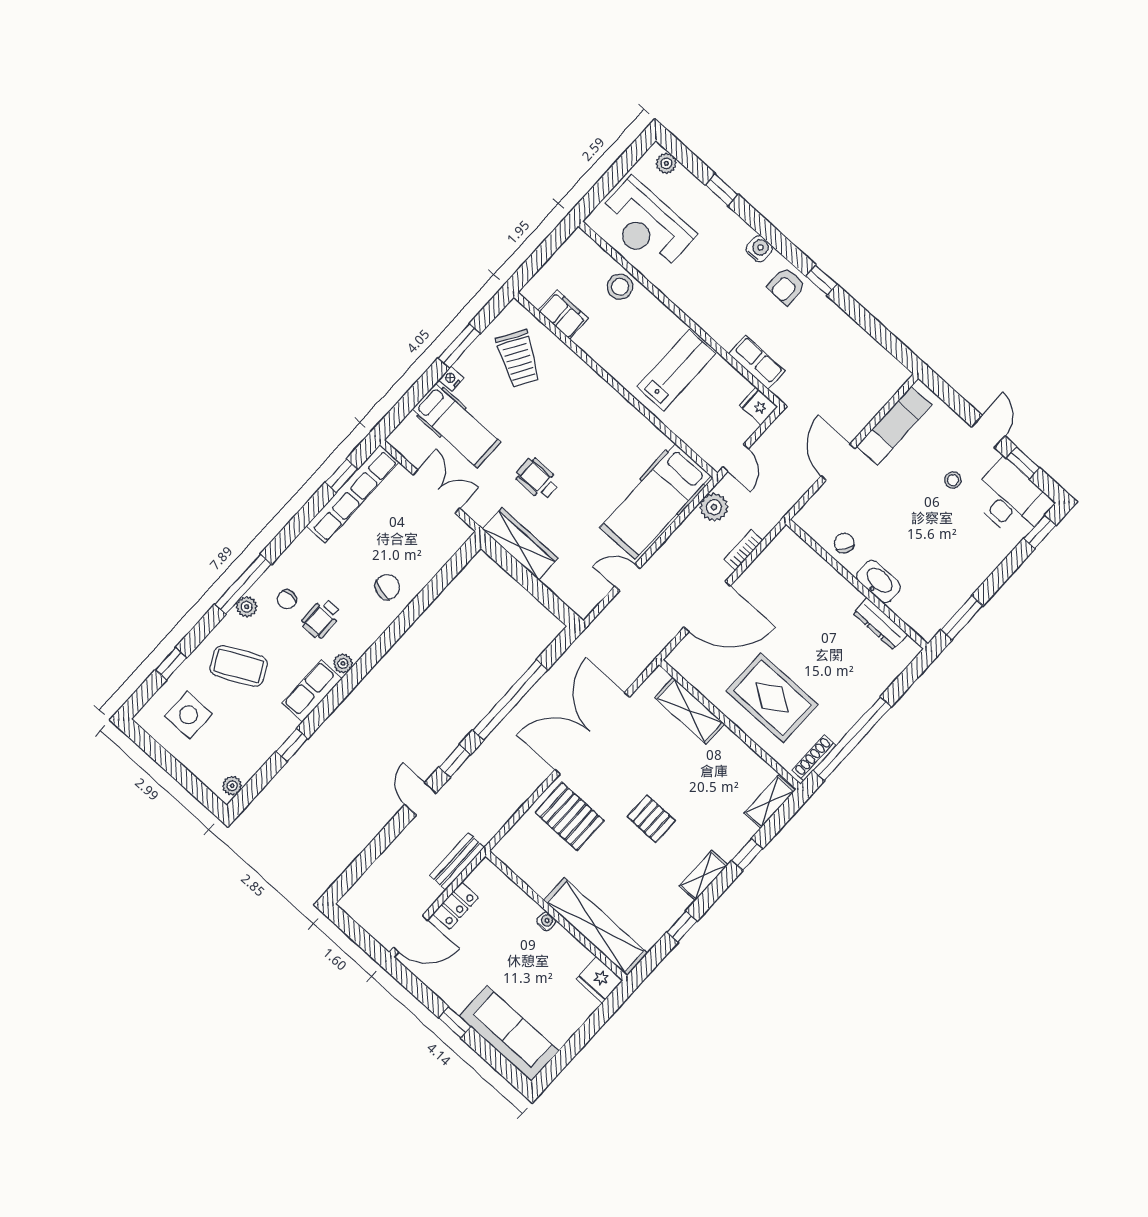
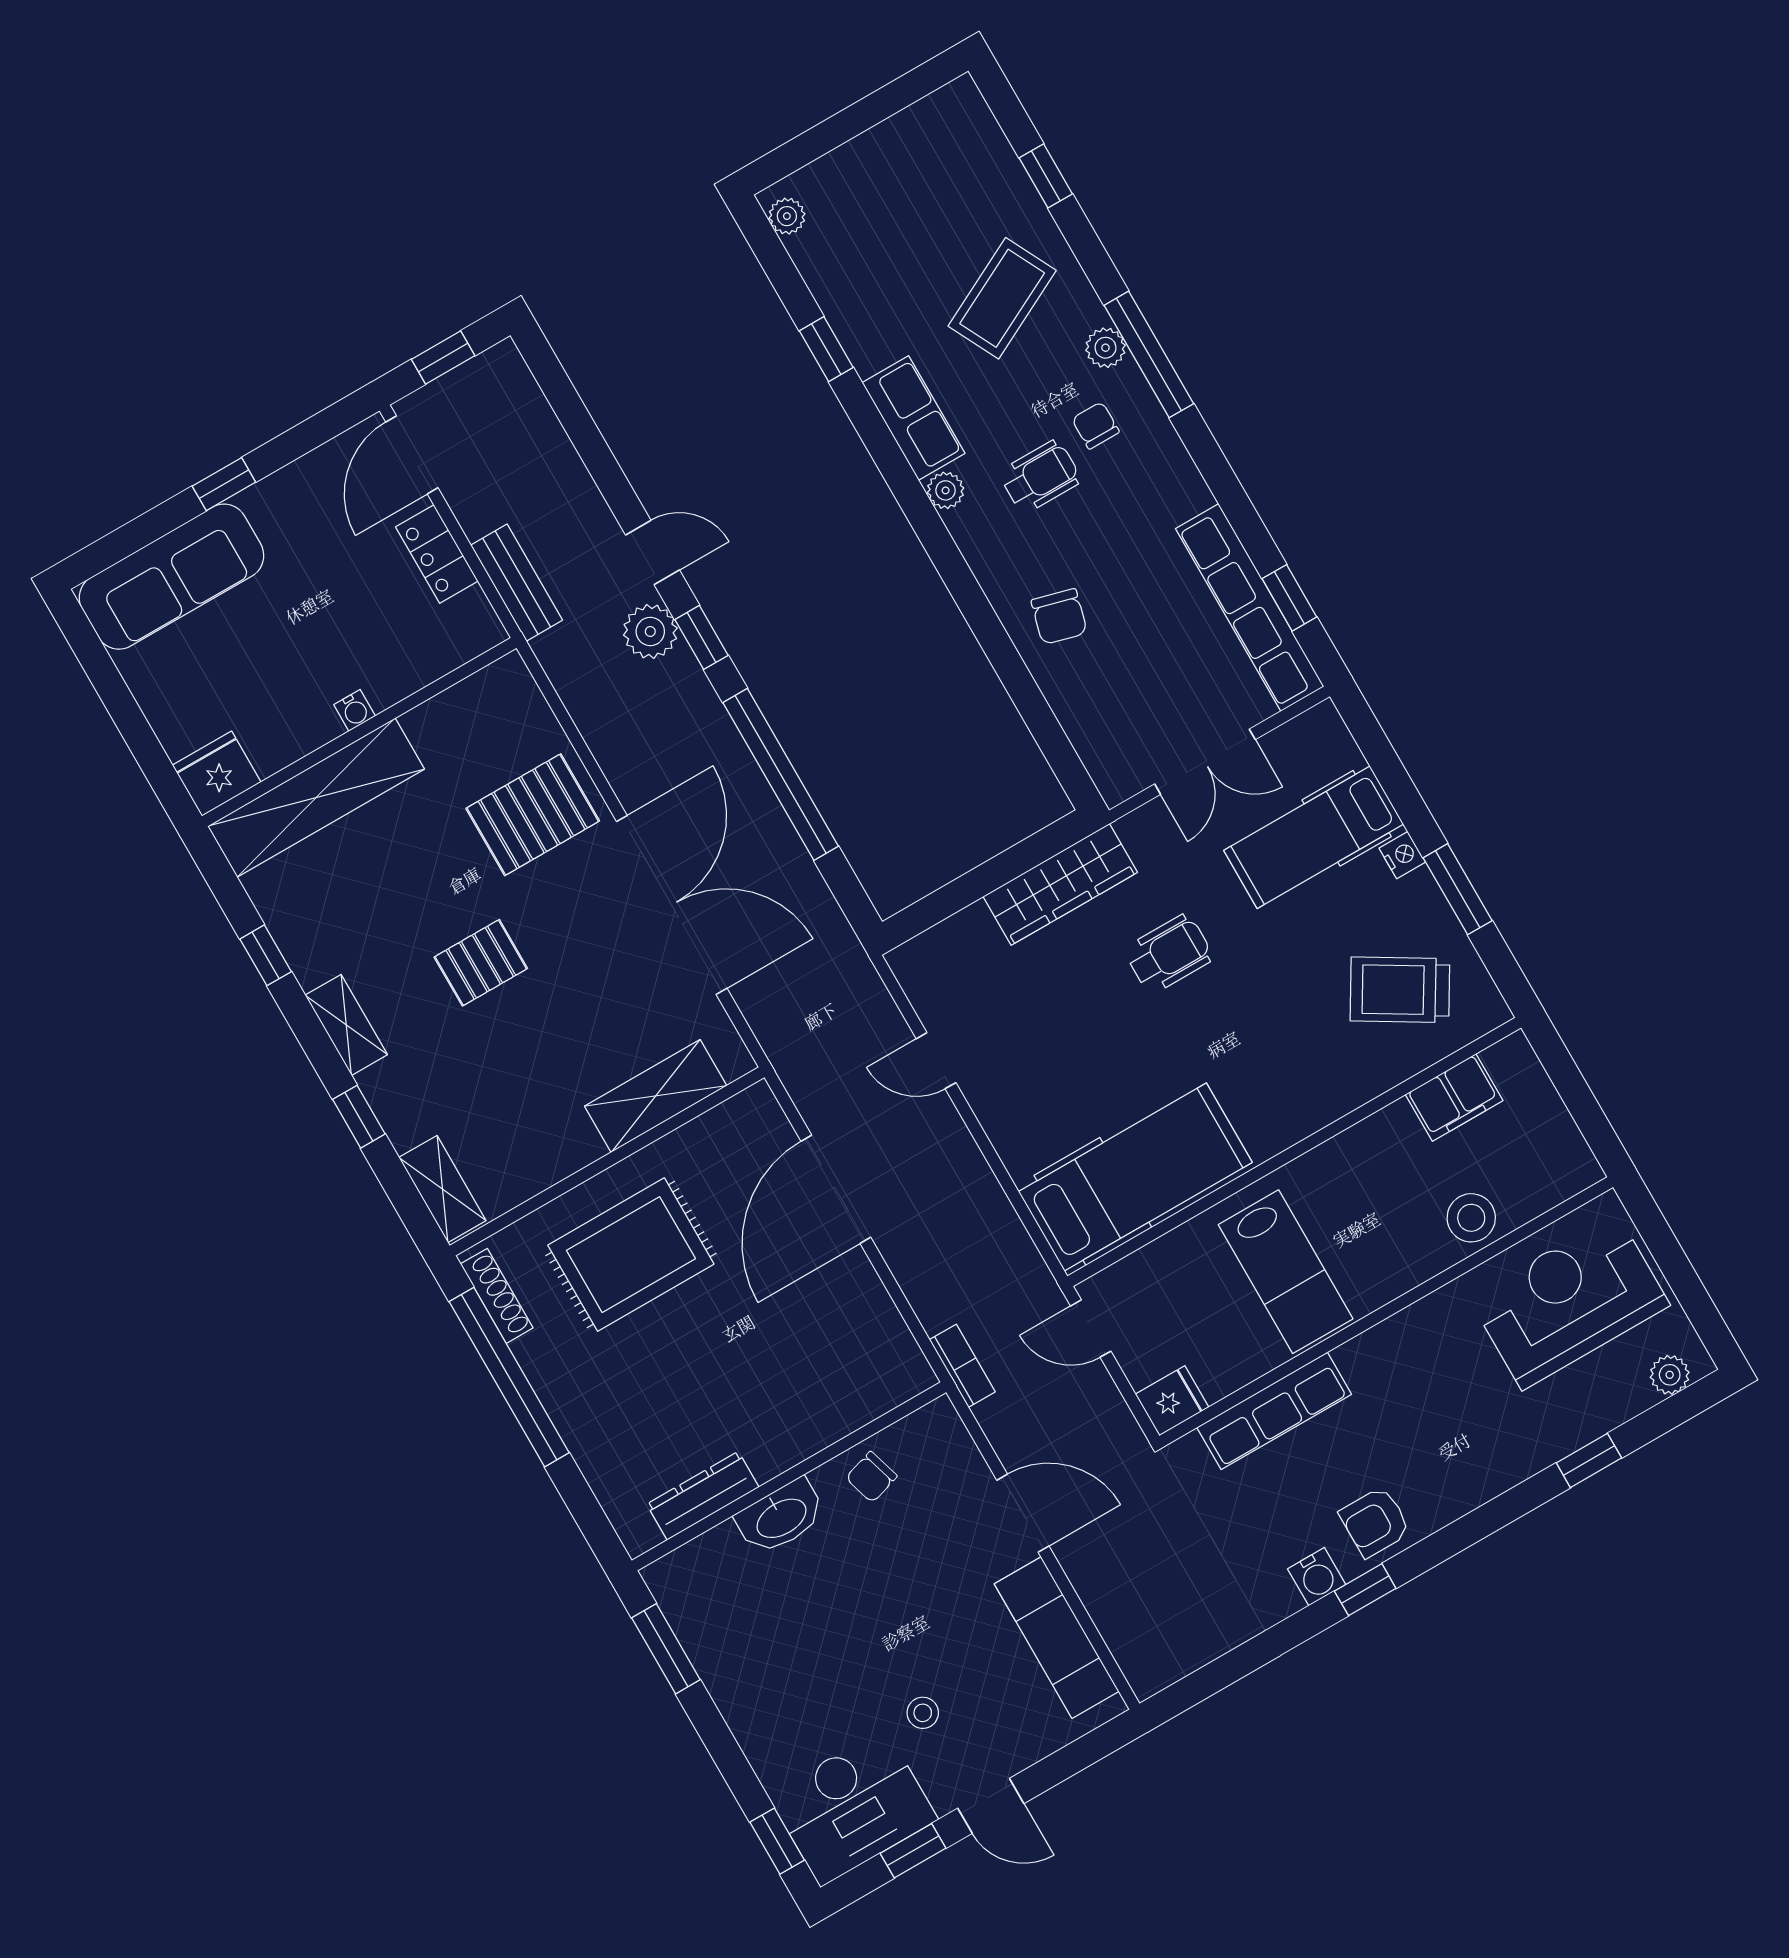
water cooler: (759, 249) -> (1317, 1577), moved
armchair: (786, 286) -> (1375, 1522), turned -90
row of seats: (757, 362) -> (1274, 1411), width x1.48
hospital bed: (655, 502) -> (1135, 1177), moved, turned 90
plant: (714, 507) -> (650, 631), moved
chair: (844, 543) -> (871, 1477), turned 129
bookcase: (743, 550) -> (962, 1366), moved
door: (627, 577) -> (936, 1061), swing flipped
wheelchair: (321, 619) -> (1040, 477), turned 90
side table: (189, 715) -> (942, 178), removed
window: (357, 934) -> (443, 357), added

